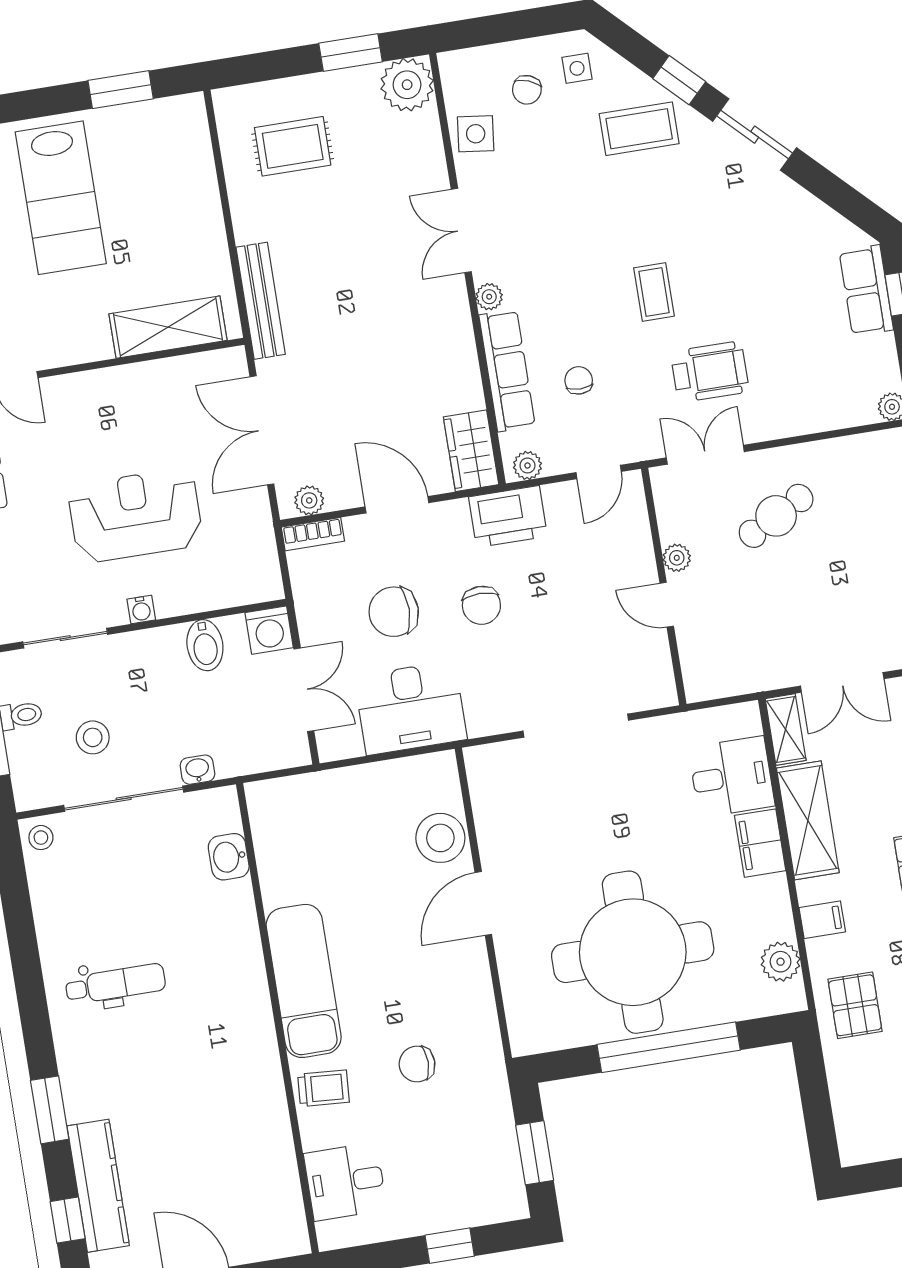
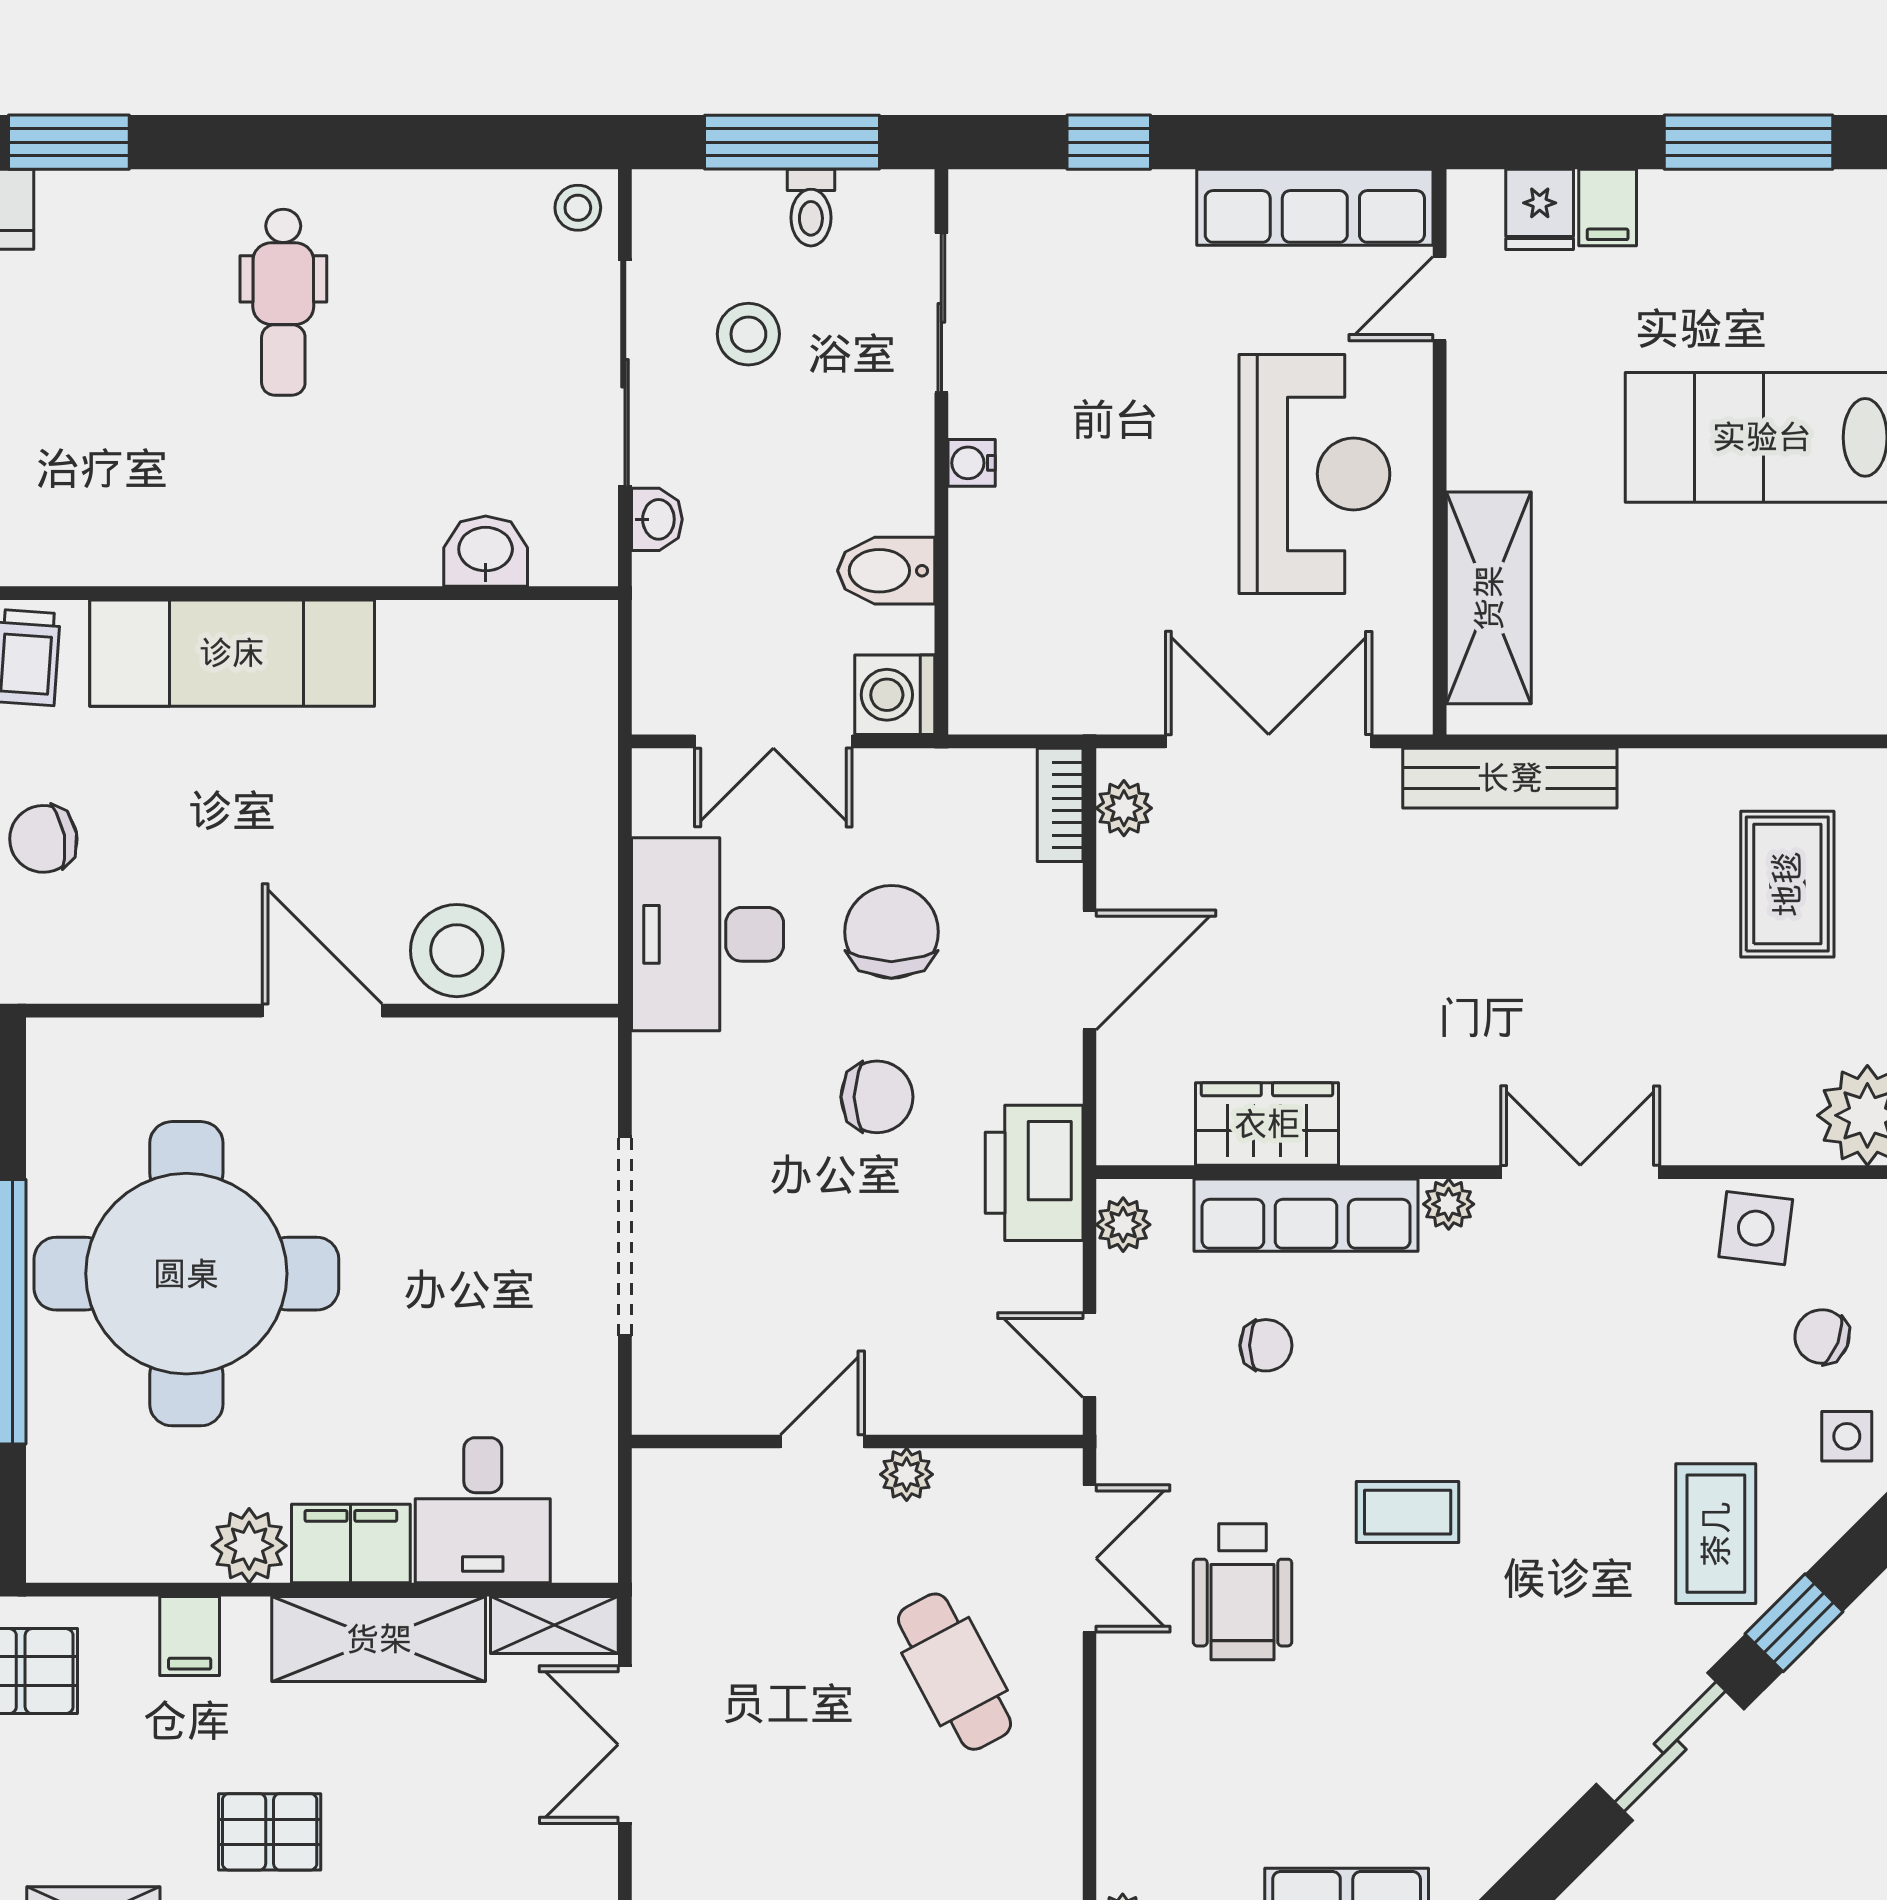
wardrobe: (471, 451) -> (1267, 1124), moved
reception desk: (135, 515) -> (1314, 474), moved
chair: (481, 605) -> (877, 1097), turned 180
plant: (781, 962) -> (249, 1546), moved
chair: (417, 1064) -> (43, 839), turned -100

